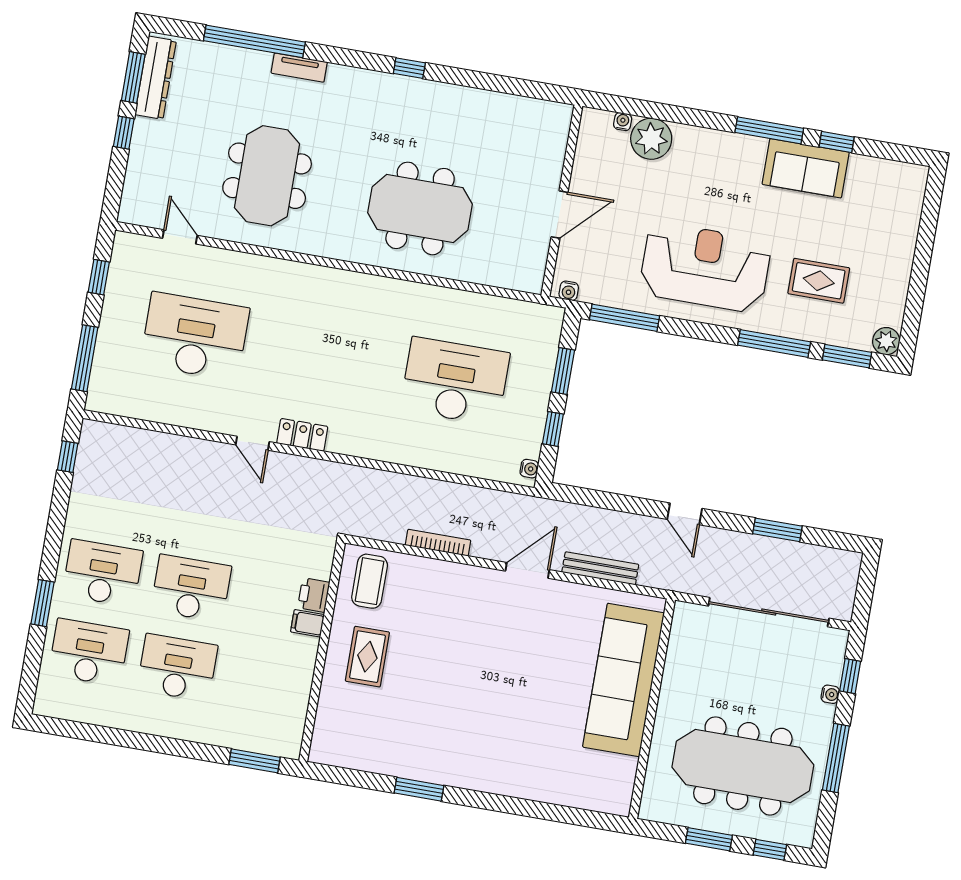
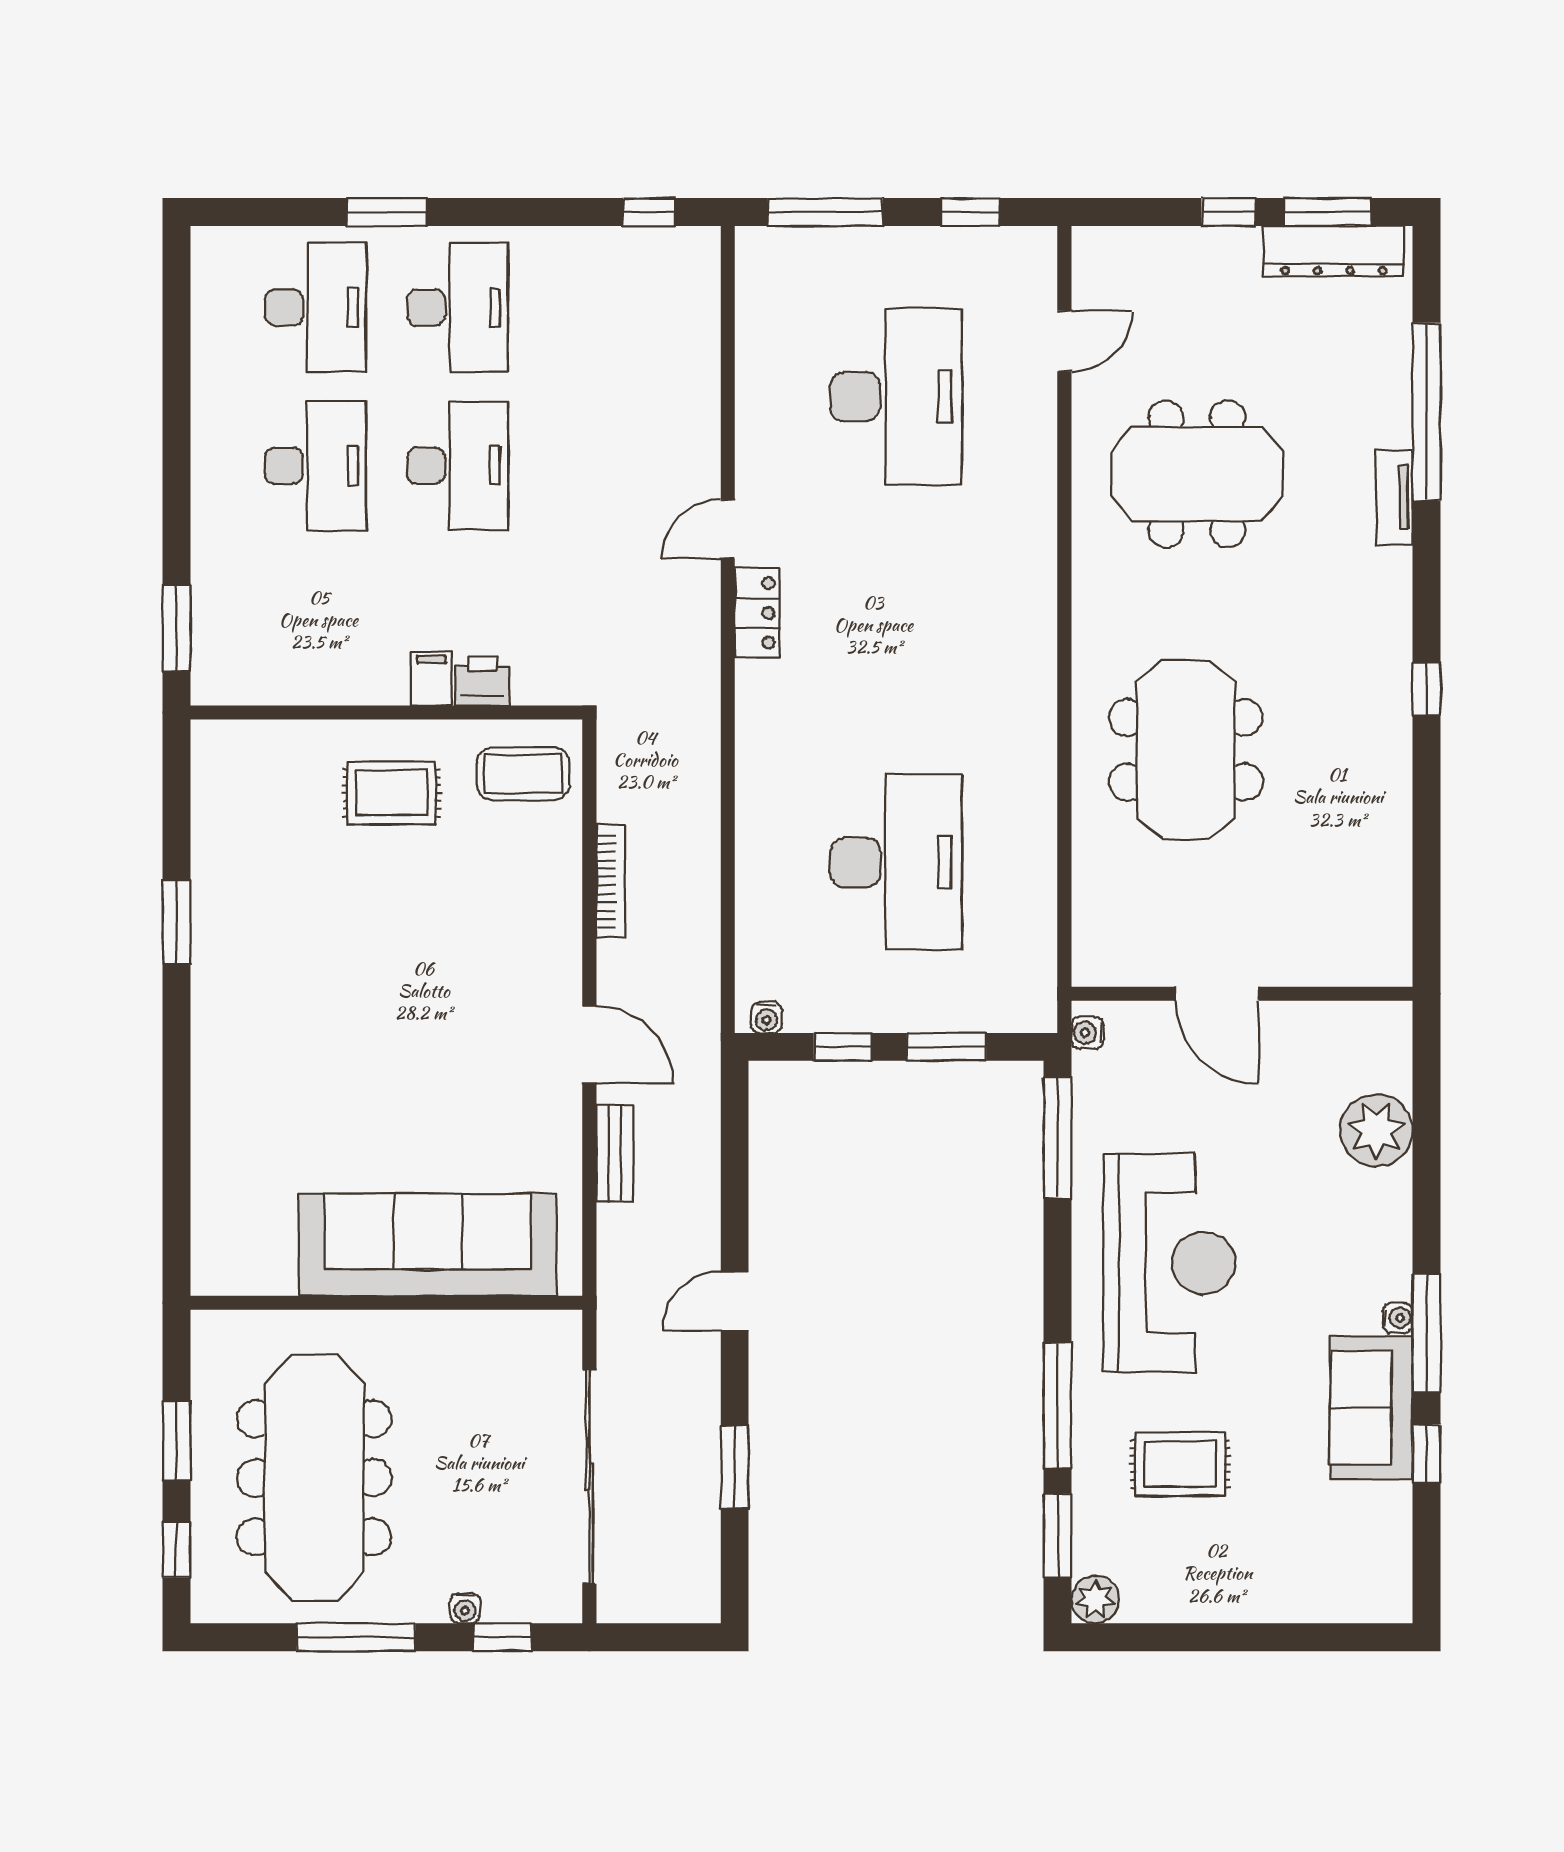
water cooler: (623, 122) -> (1398, 1318), moved
rug: (819, 281) -> (1180, 1464), turned 90
bench: (600, 568) -> (615, 1153), width x0.73

